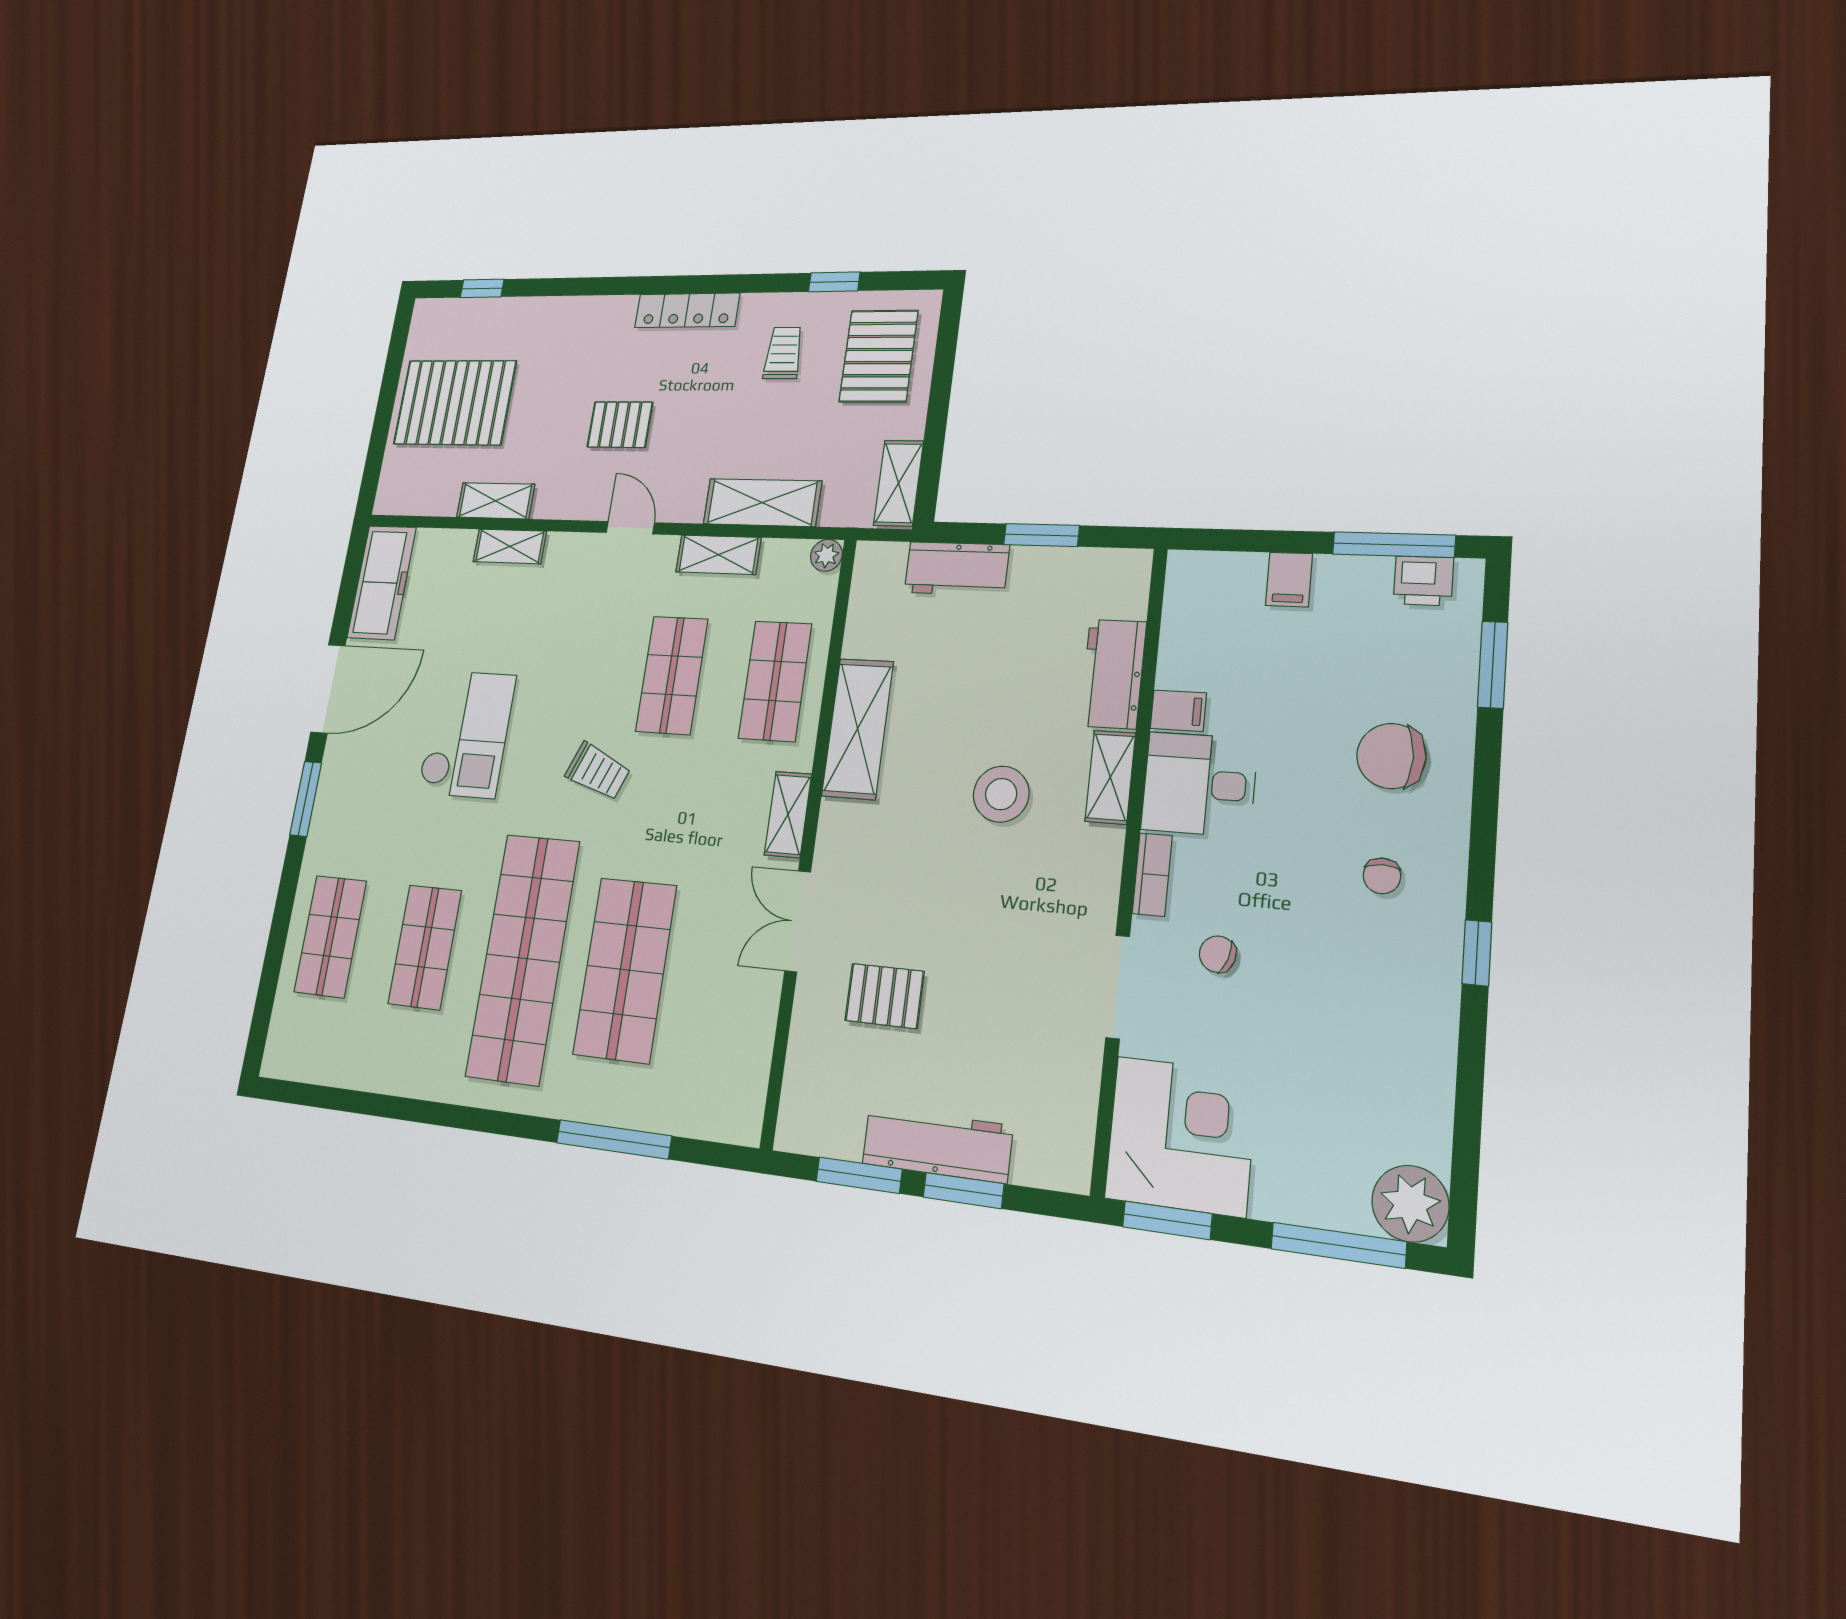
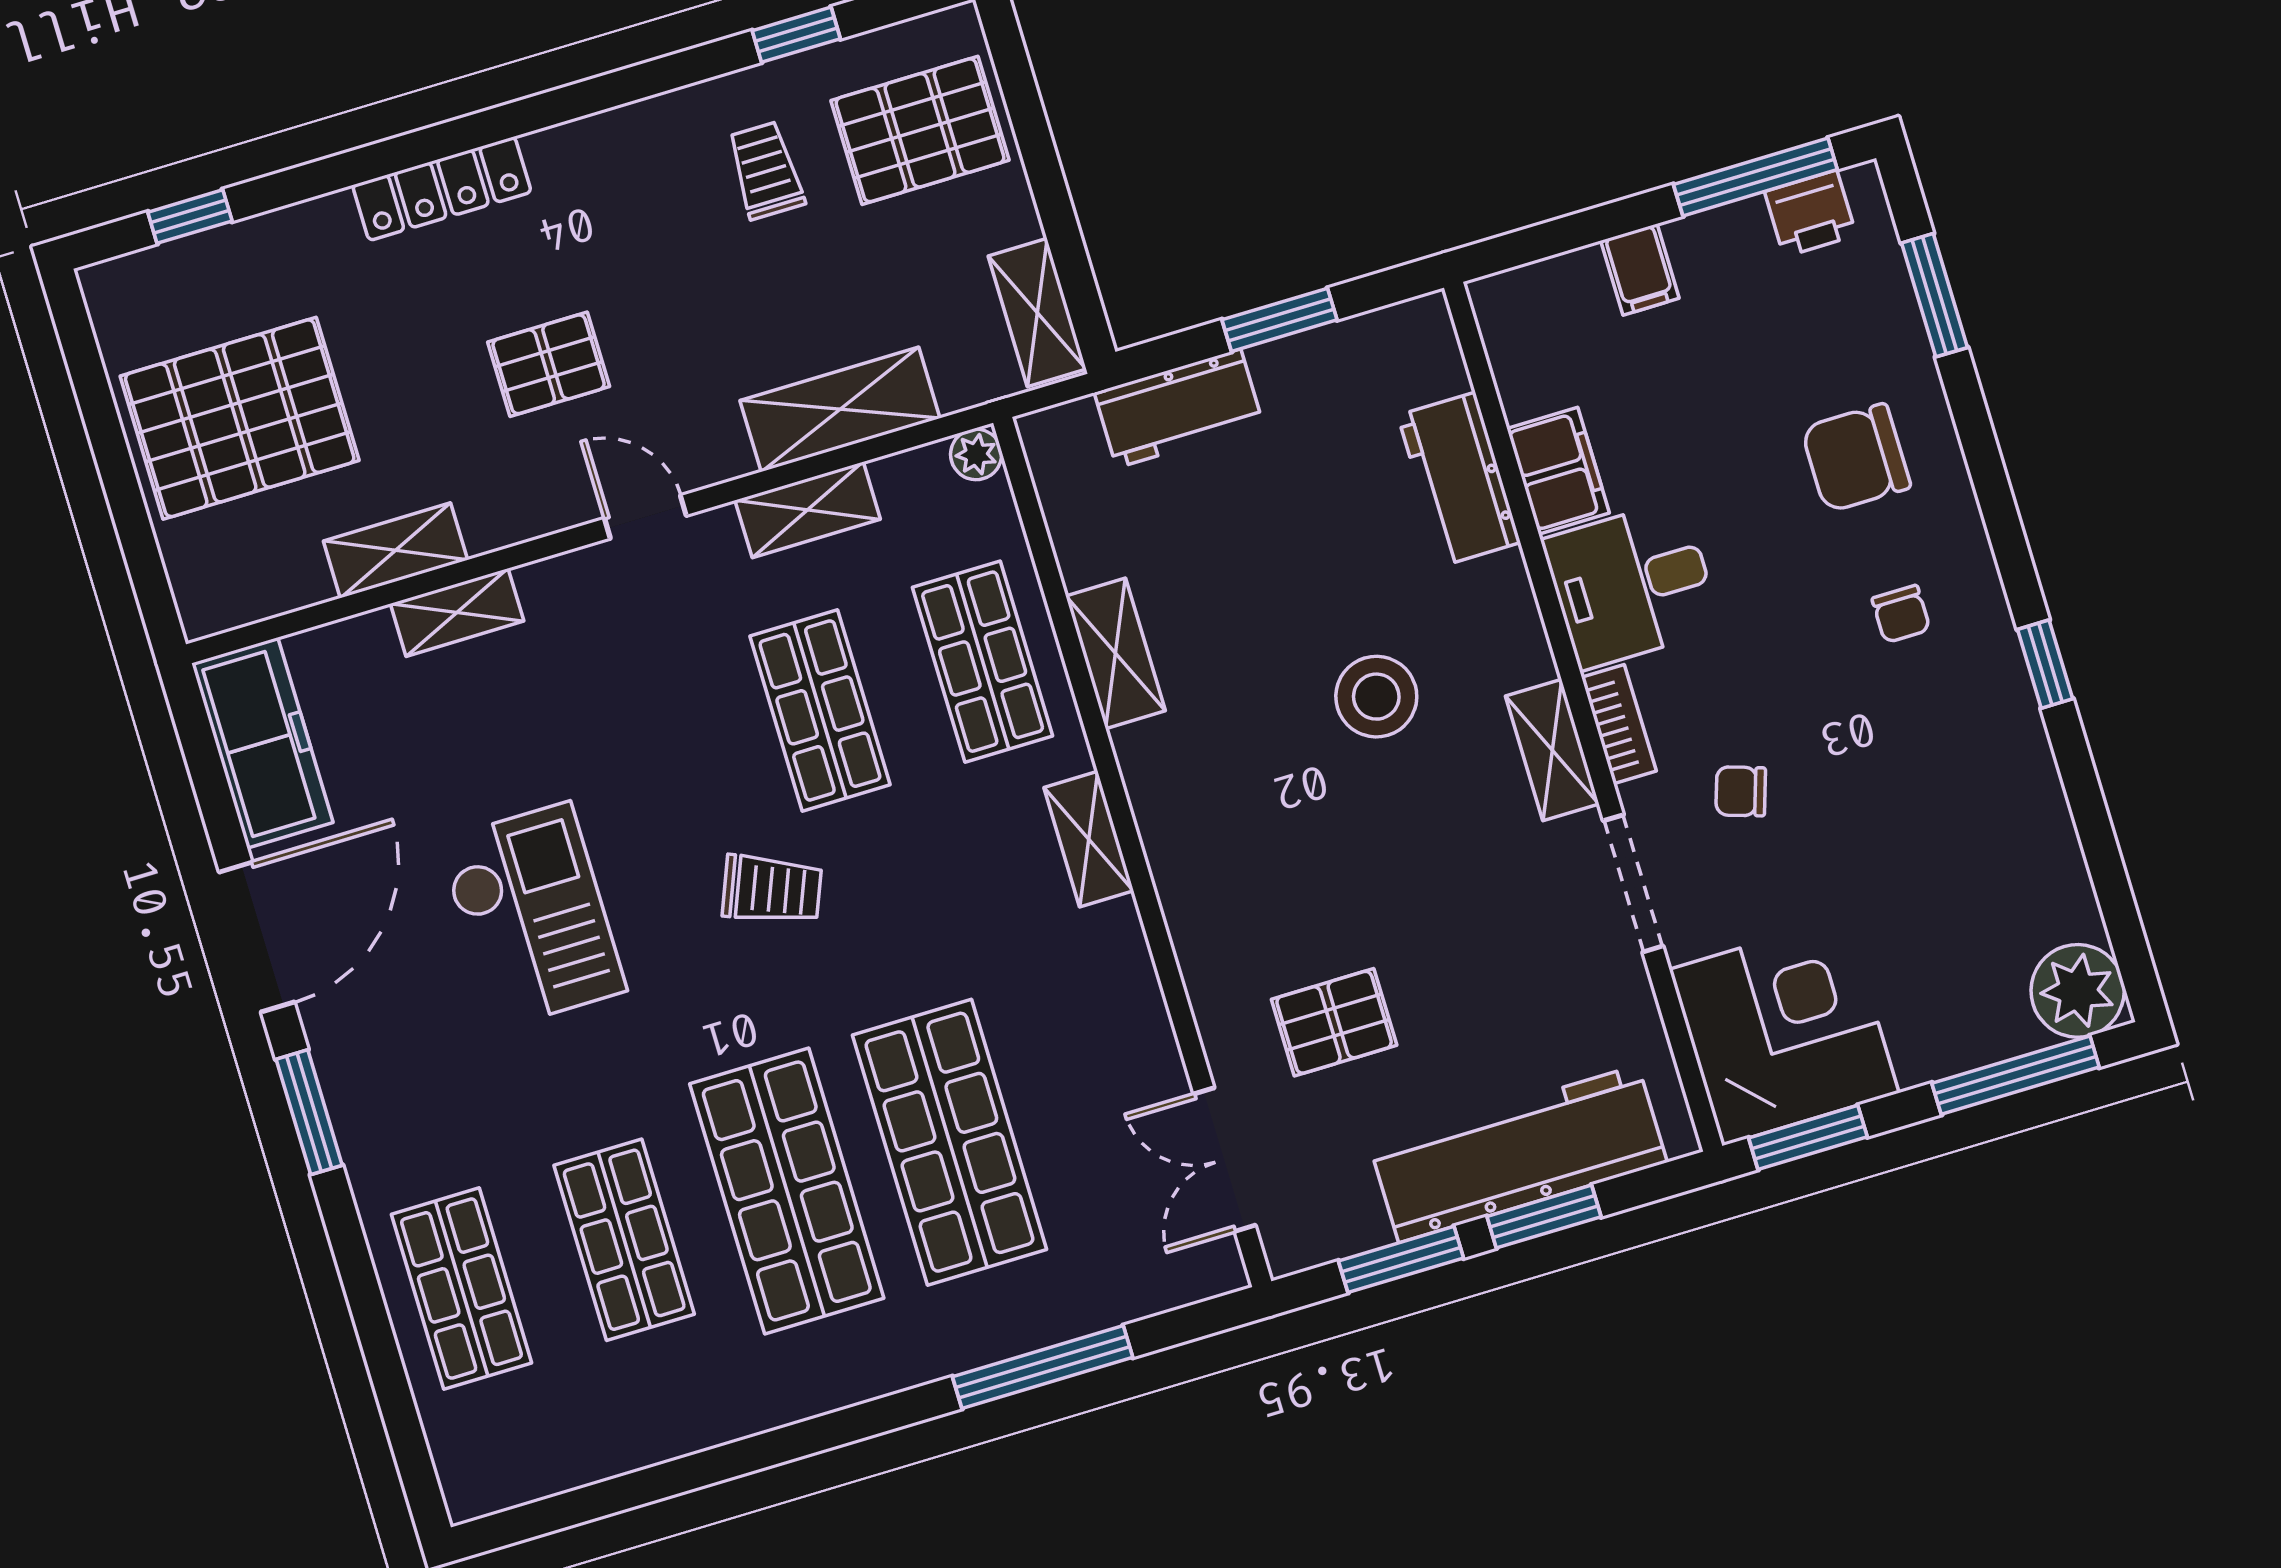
locker: (687, 310) -> (442, 189), moved
pallet: (879, 356) -> (920, 130), turned 90
filing cabinet: (1178, 711) -> (1558, 471), width x2.00
shelving: (858, 729) -> (1115, 653), width x0.67, depth x0.75
shelving: (1110, 777) -> (1552, 750), moved
double door: (798, 921) -> (1225, 1160), moved
shop shelf: (523, 958) -> (787, 1191), width x0.71
workbench: (937, 1145) -> (1518, 1154), width x1.36, depth x1.32

